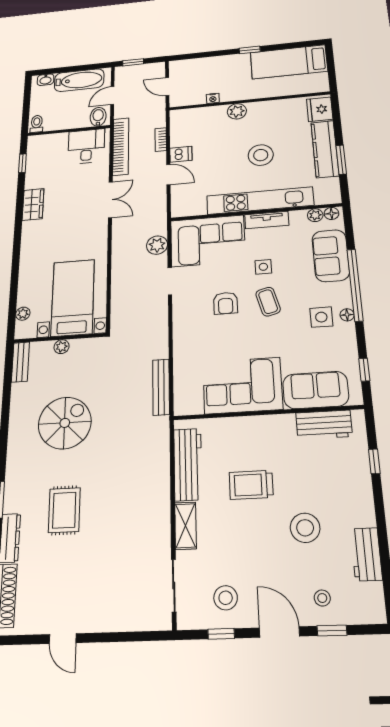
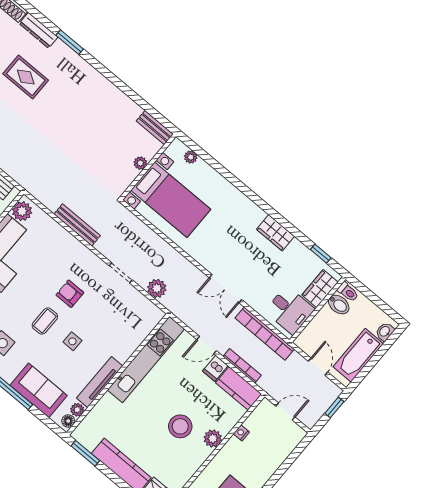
bidet: (98, 117) -> (339, 304), moved
kitchen counter: (181, 127) -> (239, 388), added
bookcase: (161, 140) -> (242, 366), width x1.56
wardrobe: (51, 142) -> (320, 289), added
stool: (261, 155) -> (180, 426), moved
window: (341, 160) -> (85, 453), moved
kitchen unit: (260, 201) -> (146, 360), moved
tv unit: (267, 220) -> (100, 382), width x1.41
corner sofa: (208, 241) -> (127, 324), removed
coffee table: (268, 302) -> (45, 321), turned -75
bench: (161, 387) -> (77, 225), moved
plant: (191, 404) -> (22, 211), added
spiral stairs: (65, 423) -> (83, 122), removed

